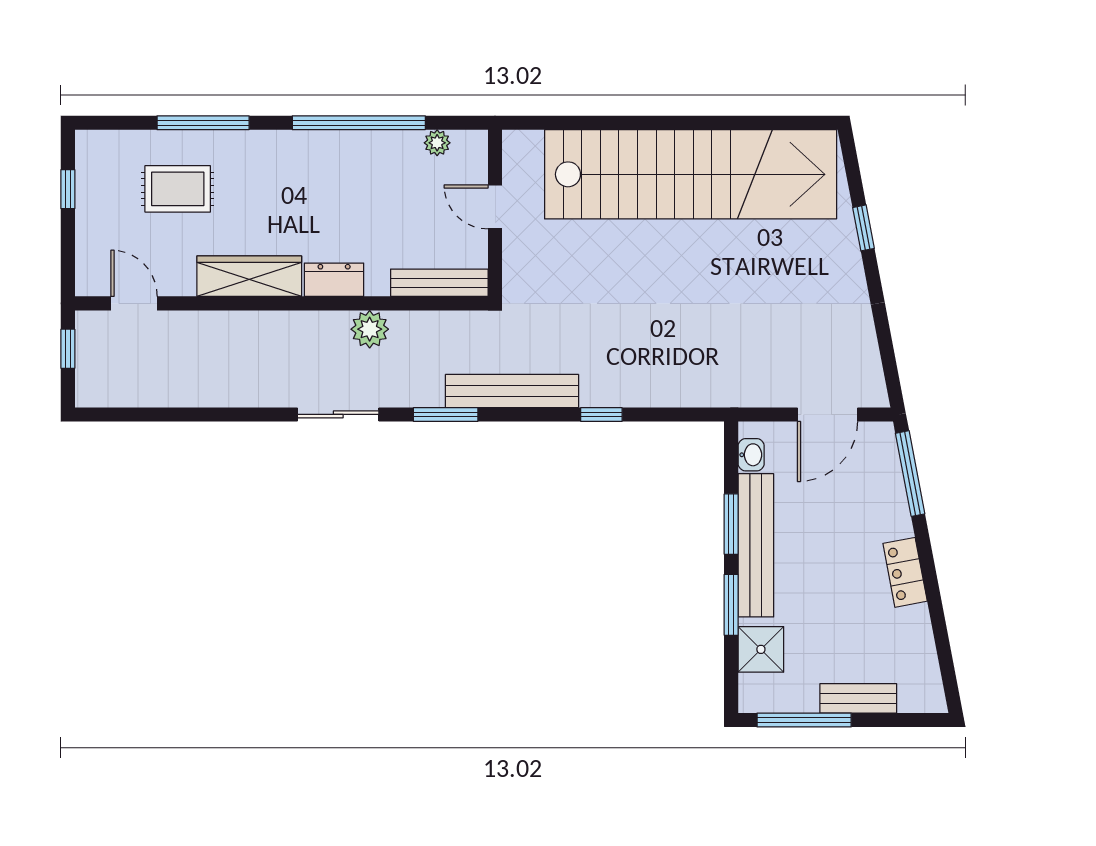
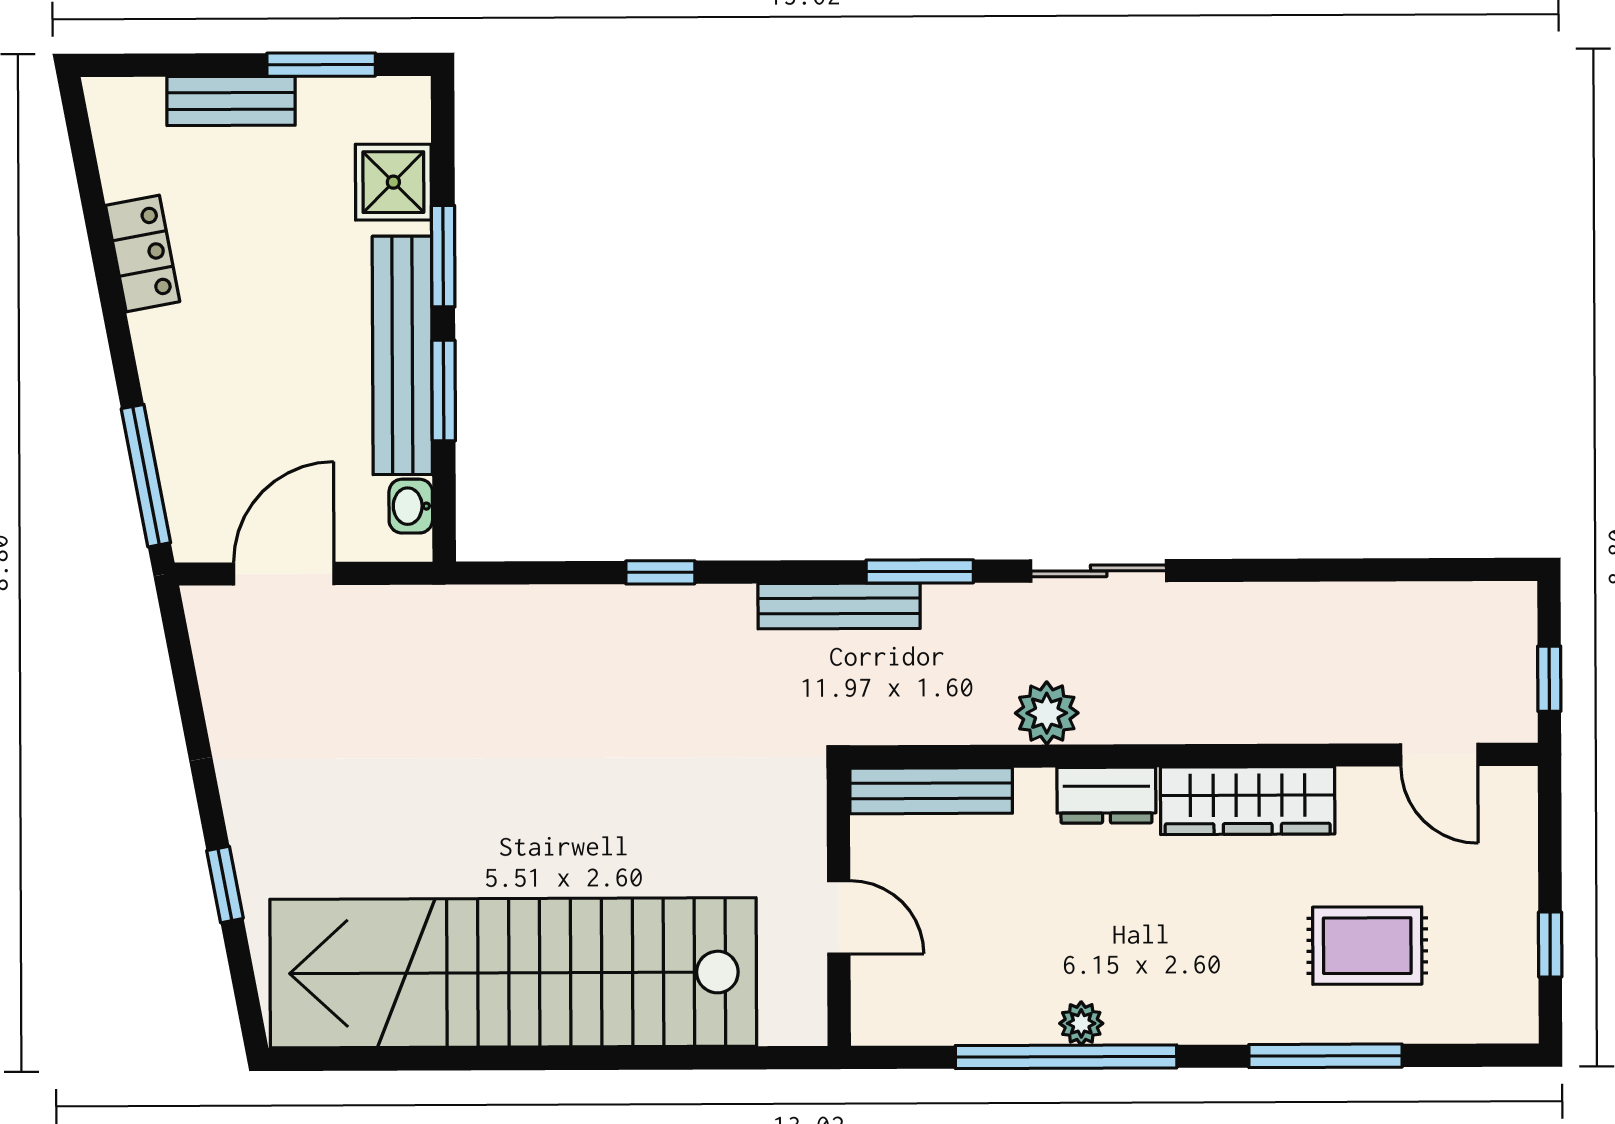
plant: (437, 143) -> (1081, 1023), moved
bench: (512, 391) -> (839, 606), width x0.73, depth x0.82
locker: (905, 572) -> (143, 254), moved
window: (804, 720) -> (321, 65), width x0.69

